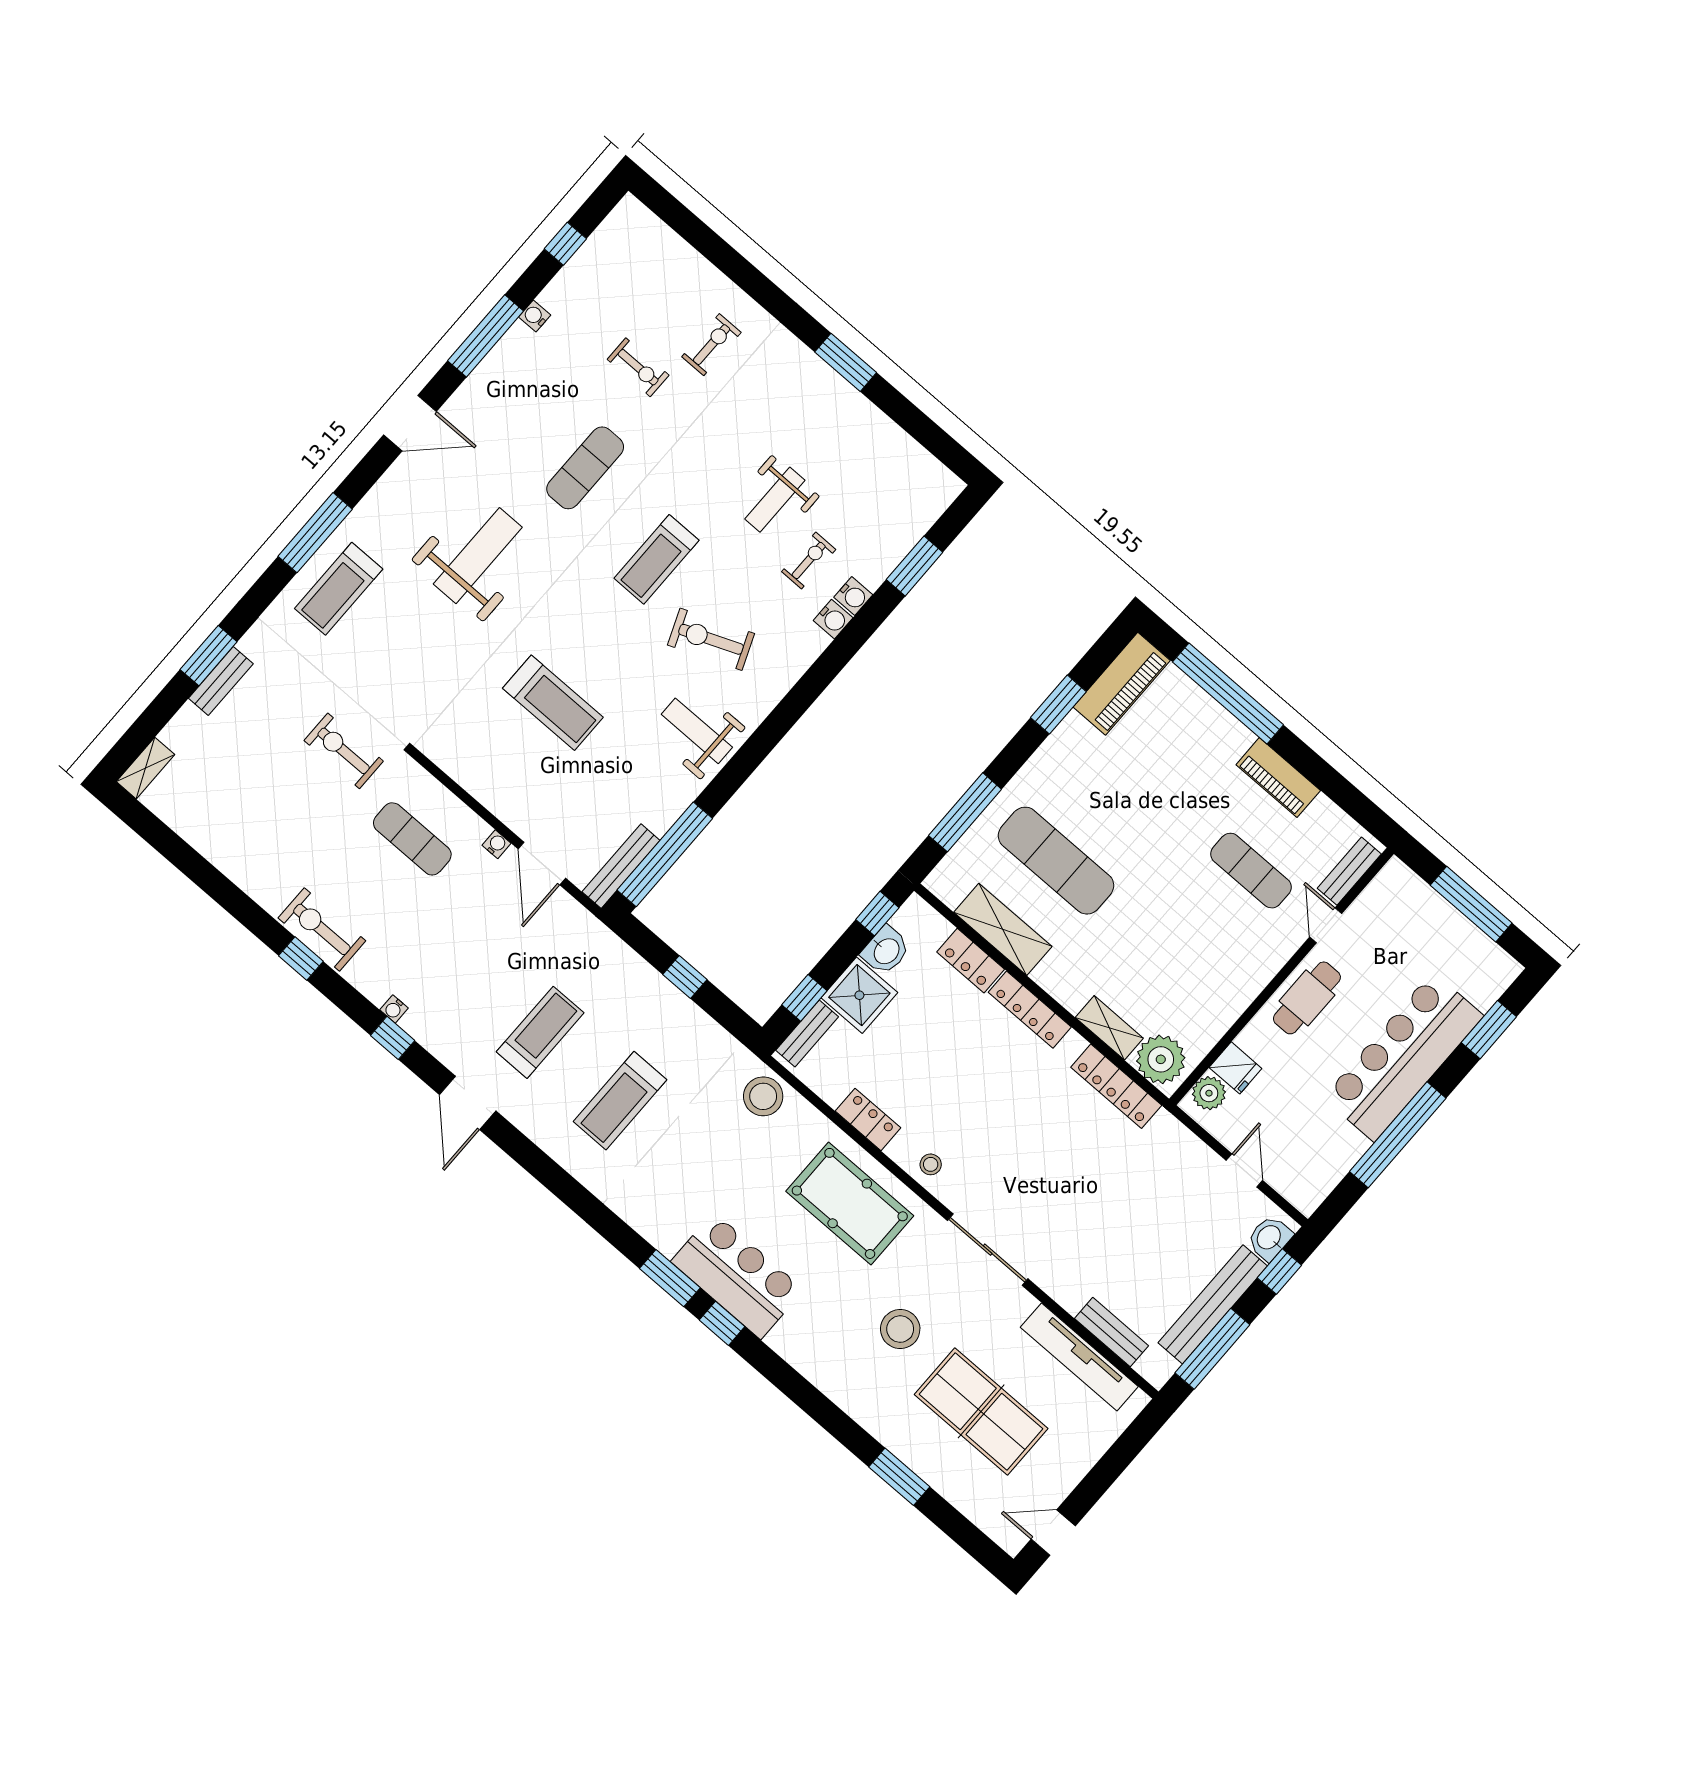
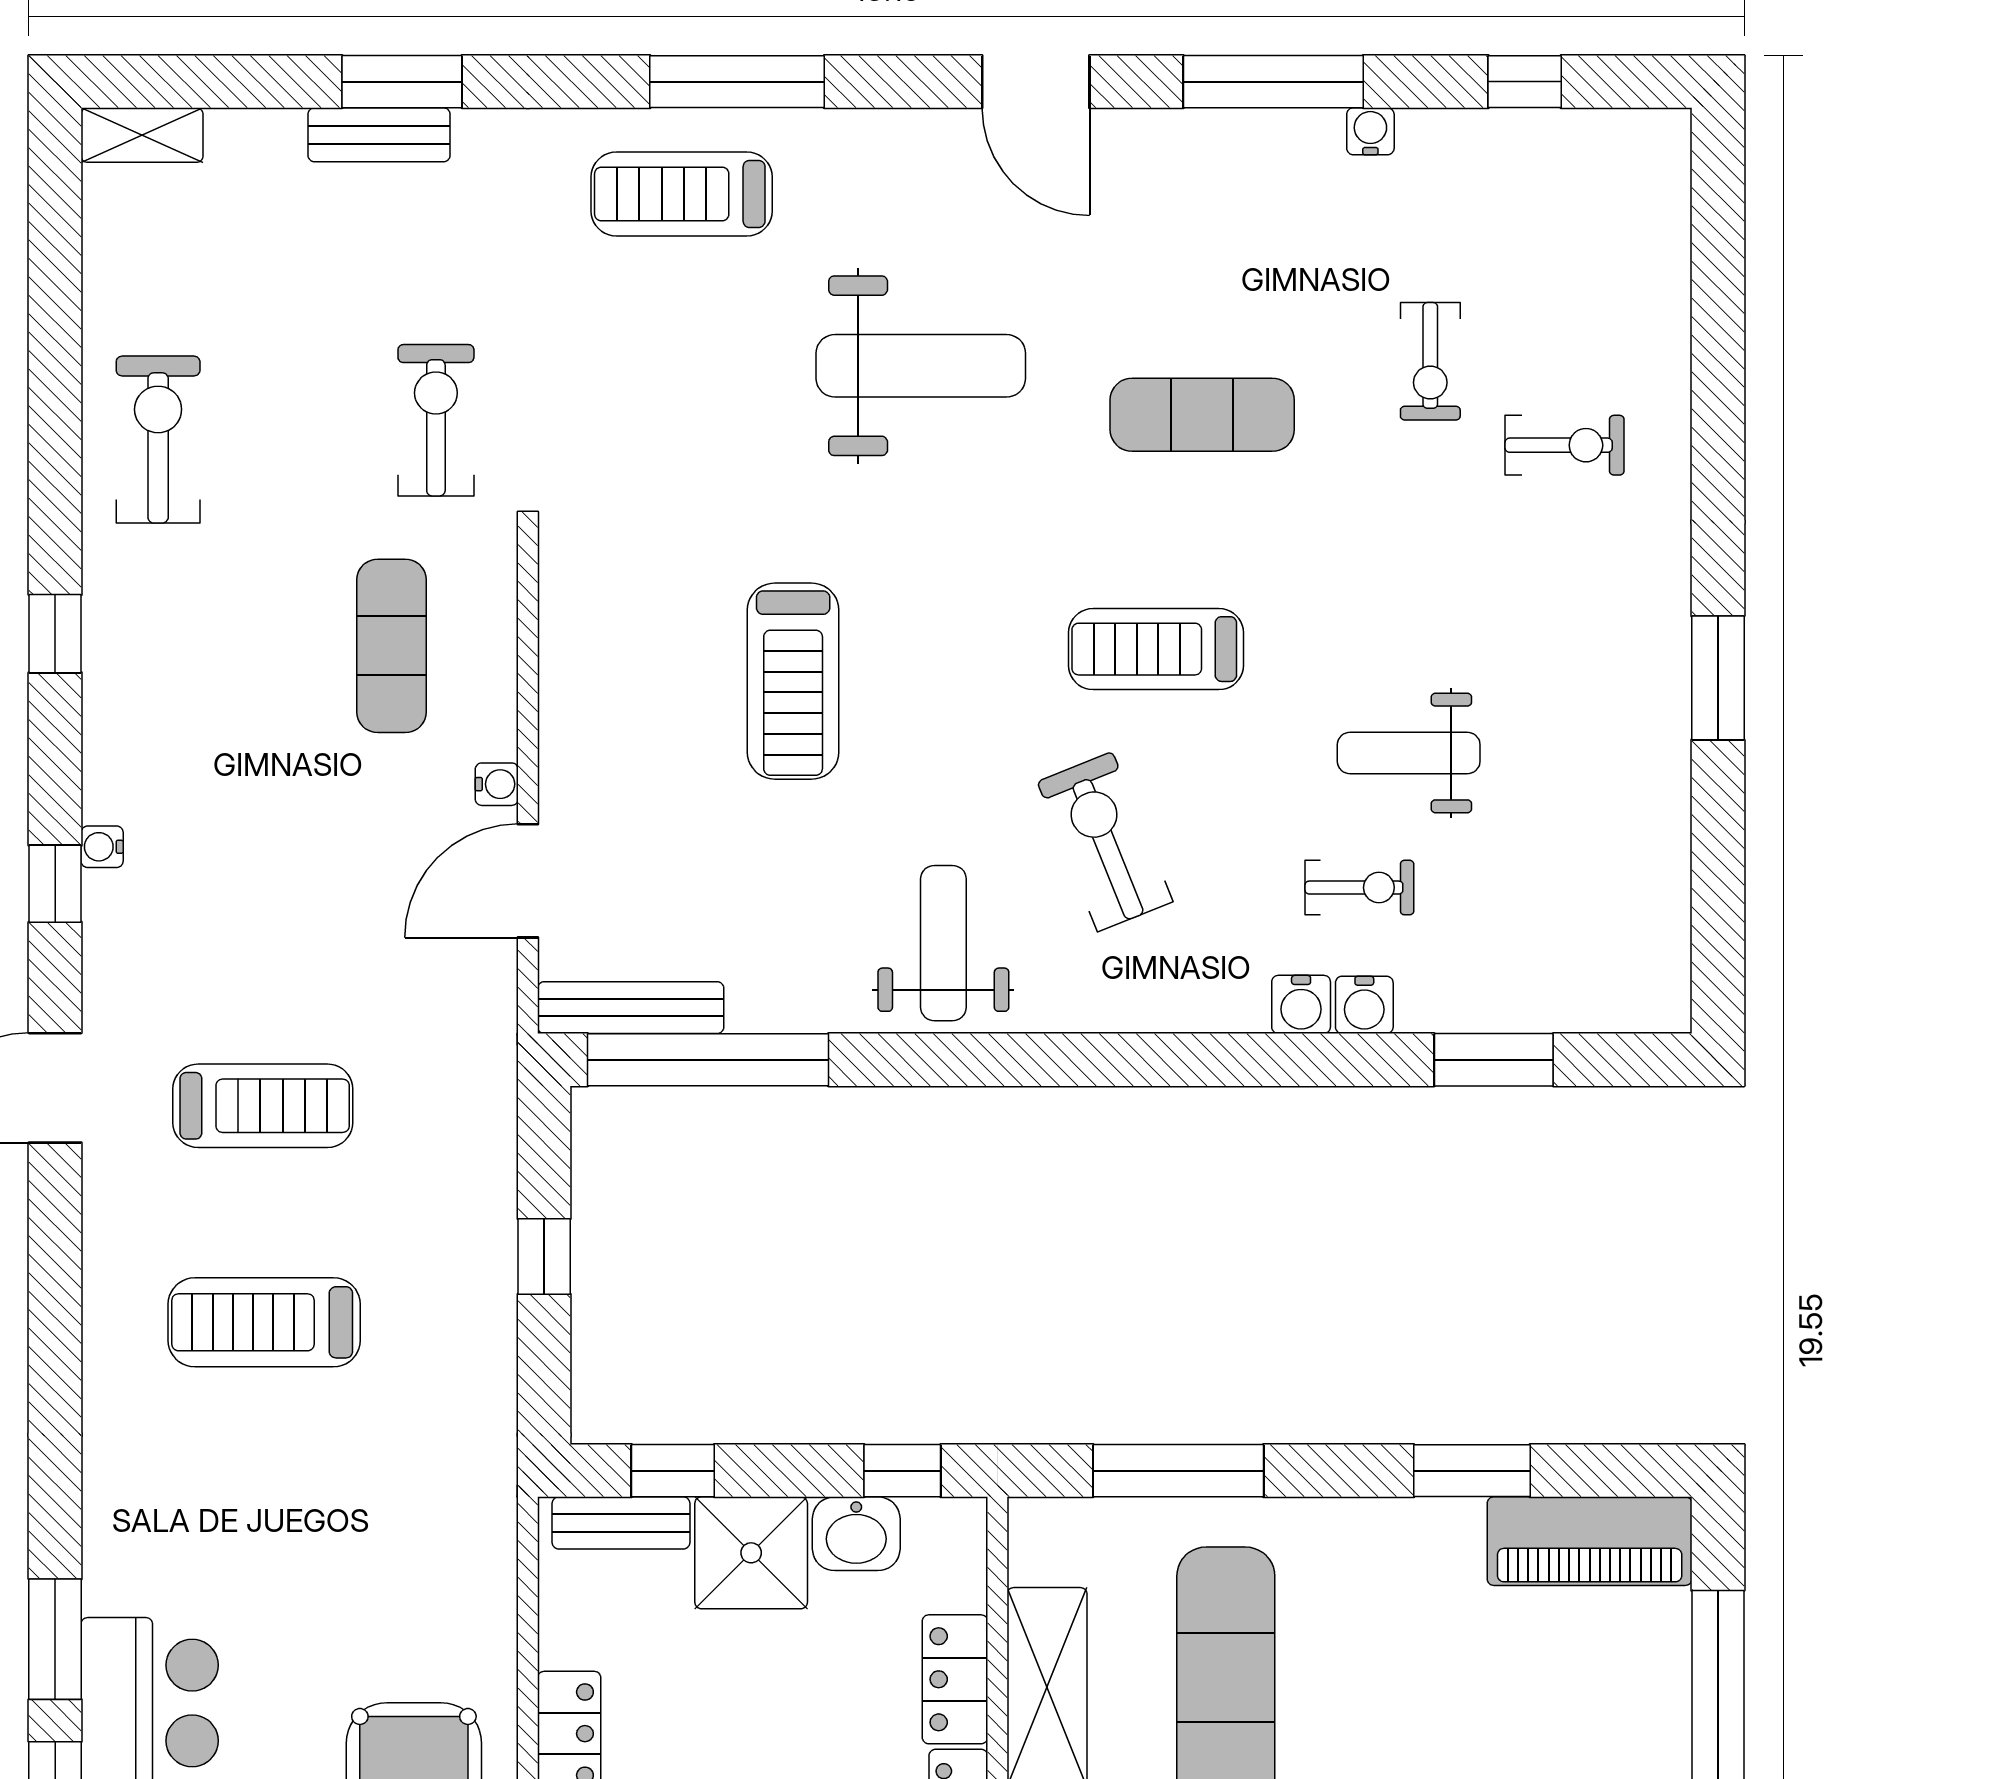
exercise bike: (322, 929) -> (158, 440), moved
stool: (763, 1096) -> (464, 1539), removed

